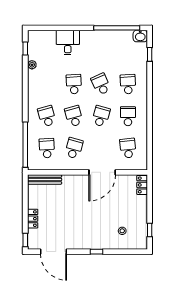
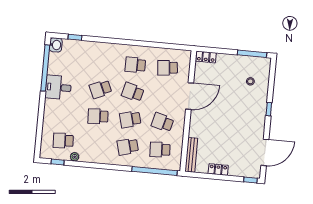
desk: (68, 43) -> (58, 87), moved
school desk: (128, 84) -> (63, 141), moved
door: (102, 172) -> (190, 96), hinge flipped
locker: (33, 219) -> (218, 169), moved
window: (150, 230) -> (252, 54), width x2.17

